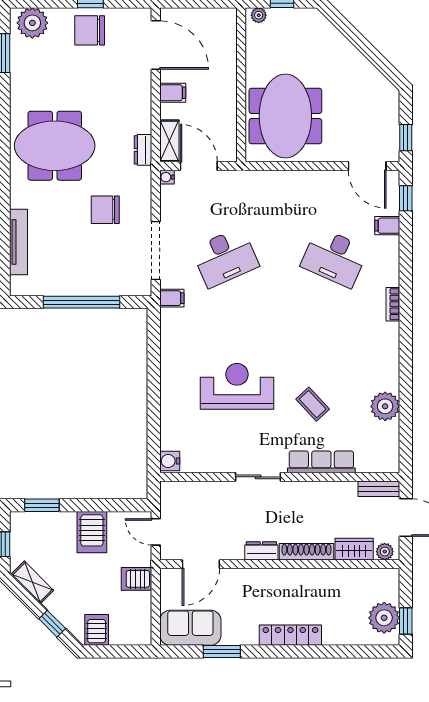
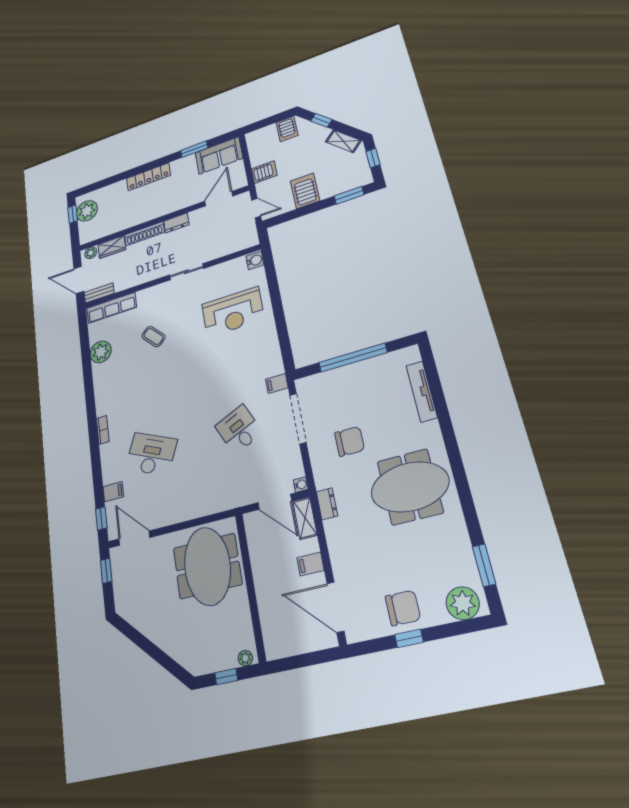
desk: (225, 257) -> (239, 429), width x0.73
reception desk: (237, 386) -> (233, 312), moved
row of seats: (321, 462) -> (112, 308), moved

